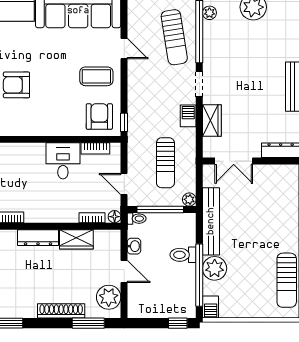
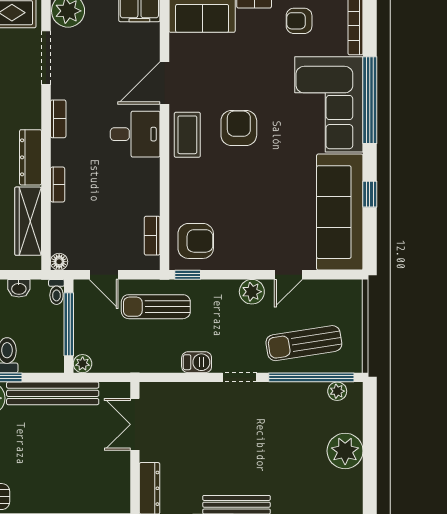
plant: (137, 75) -> (252, 292), added
coffee table: (96, 76) -> (187, 135), moved
wardrobe: (212, 120) -> (190, 395), removed
desk: (63, 161) -> (135, 134), moved
sun lounger: (165, 163) -> (156, 307), moved
door: (124, 184) -> (104, 275), swing flipped
bookcase: (92, 218) -> (58, 184), moved
wardrobe: (76, 239) -> (28, 221), width x1.50

